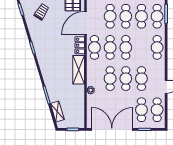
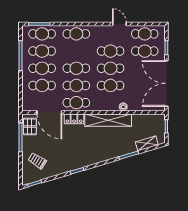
shelving: (79, 70) -> (108, 120), width x1.47

